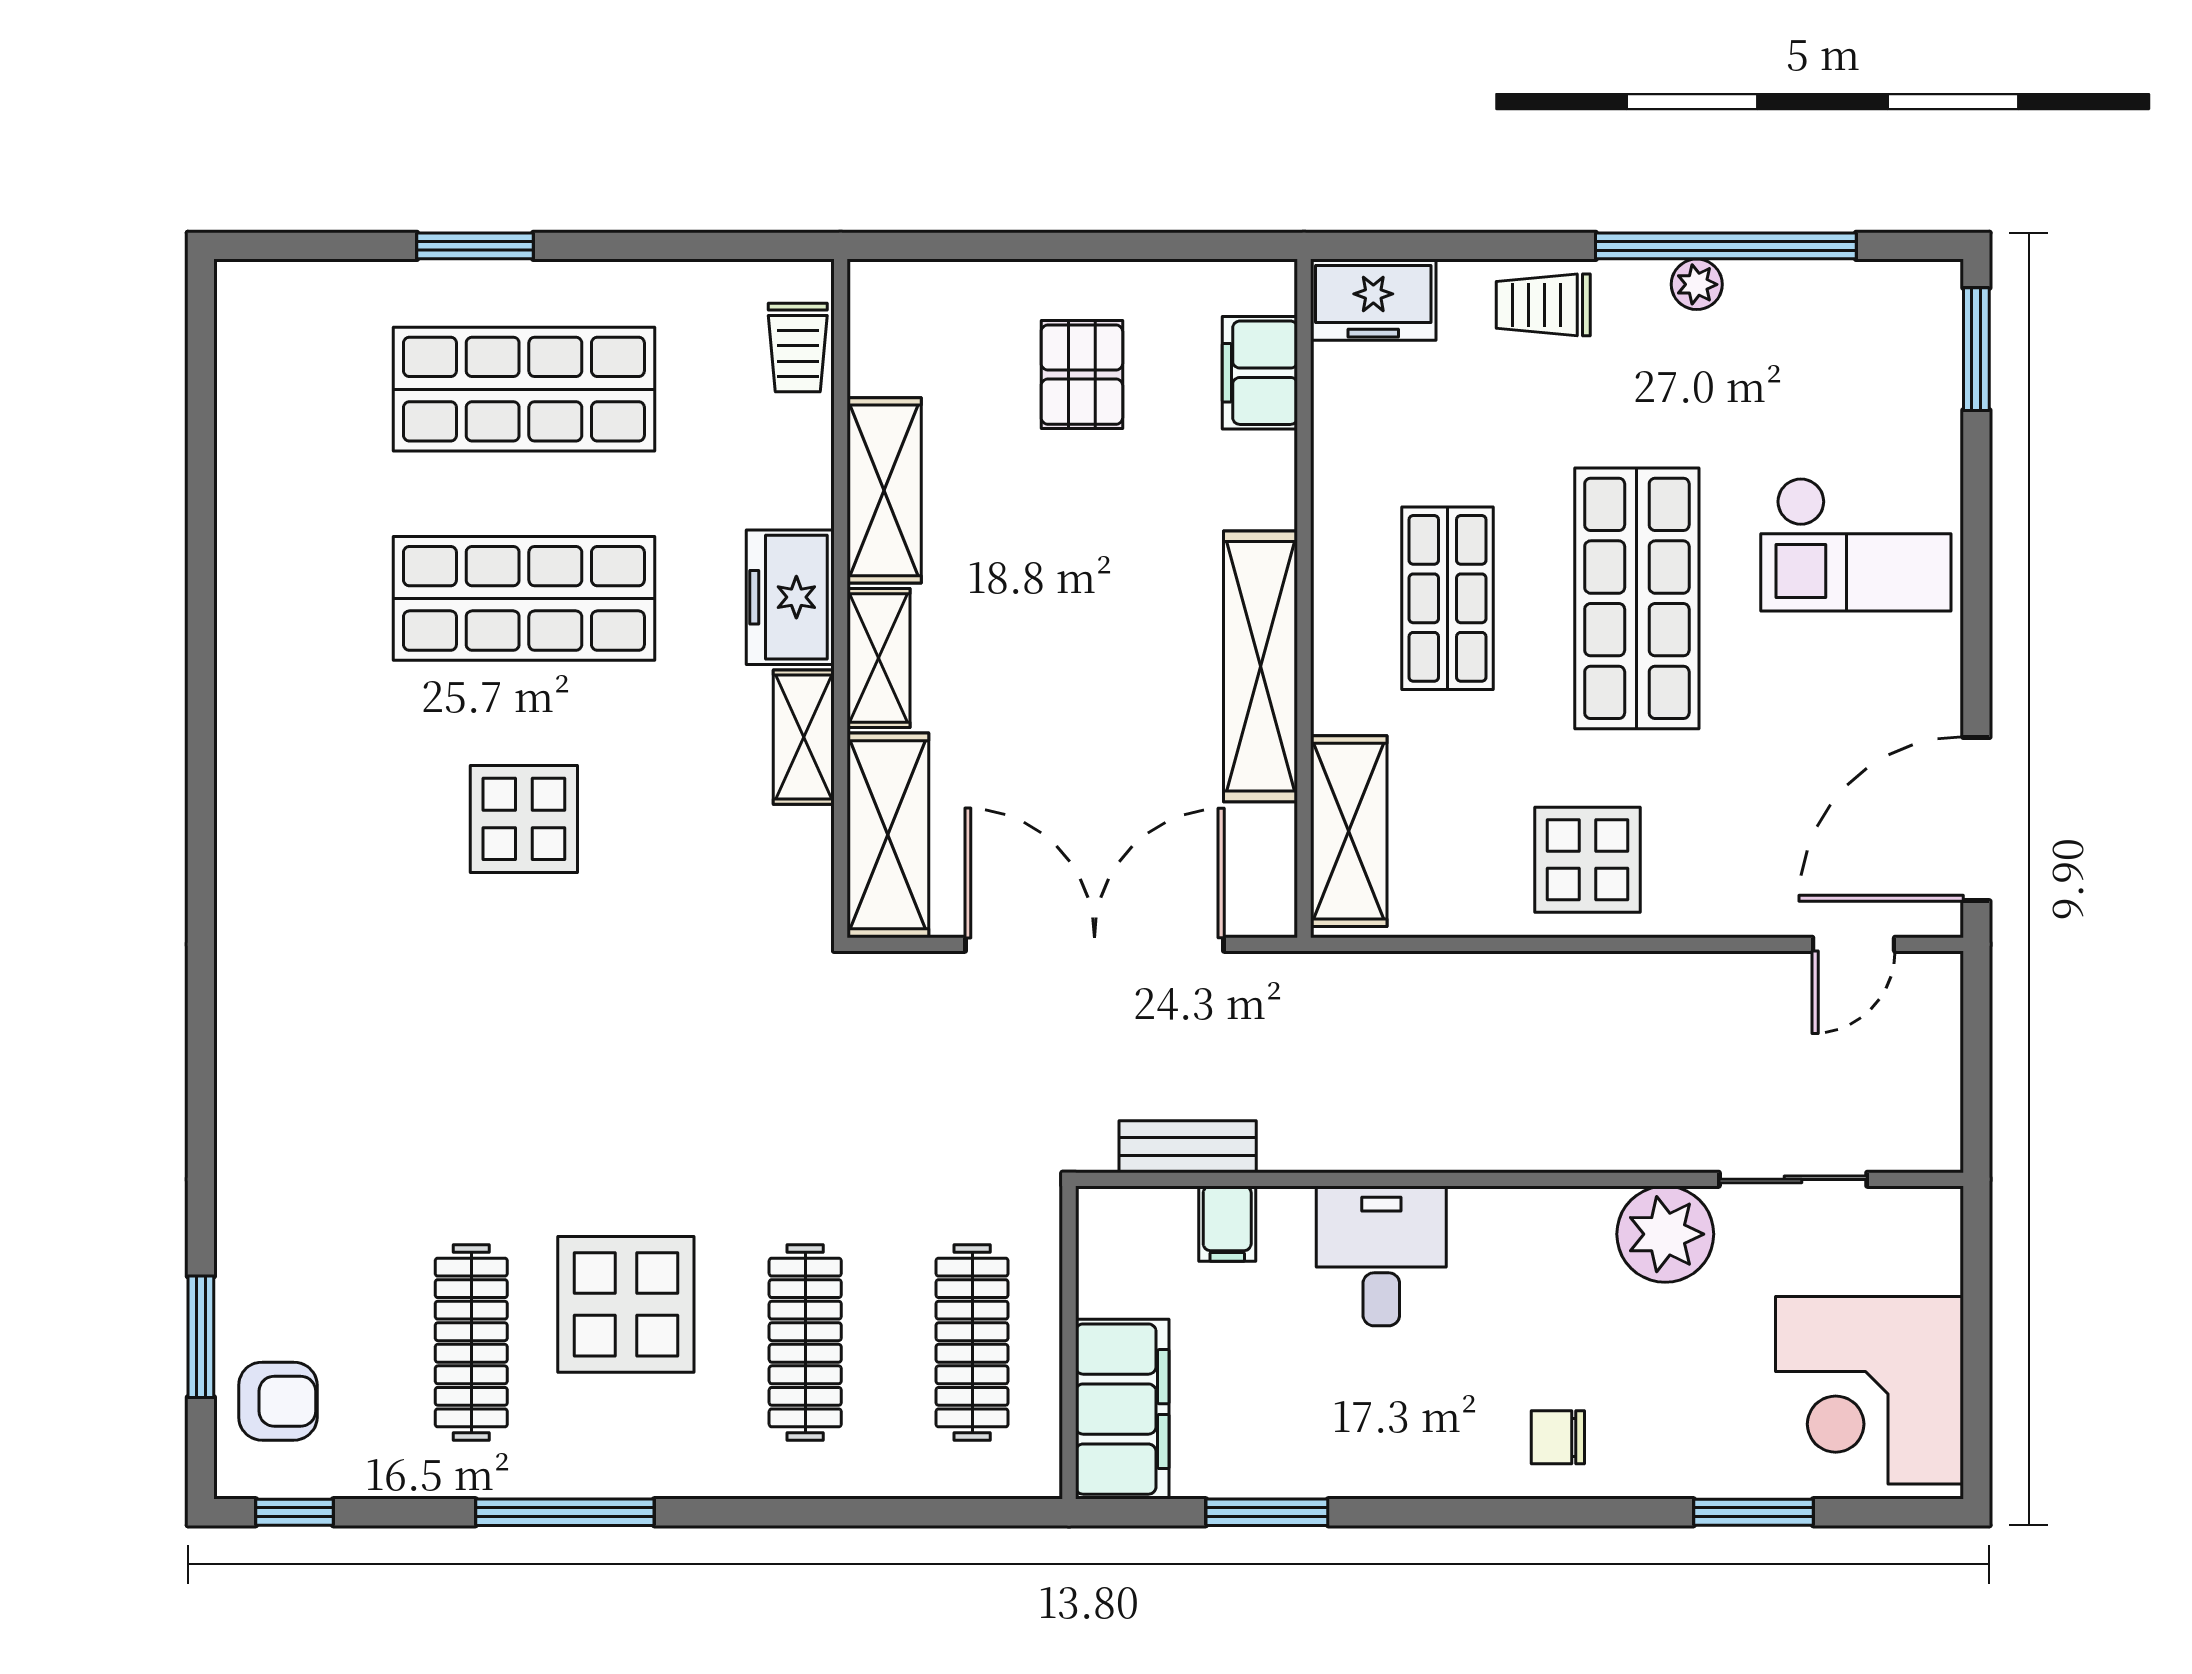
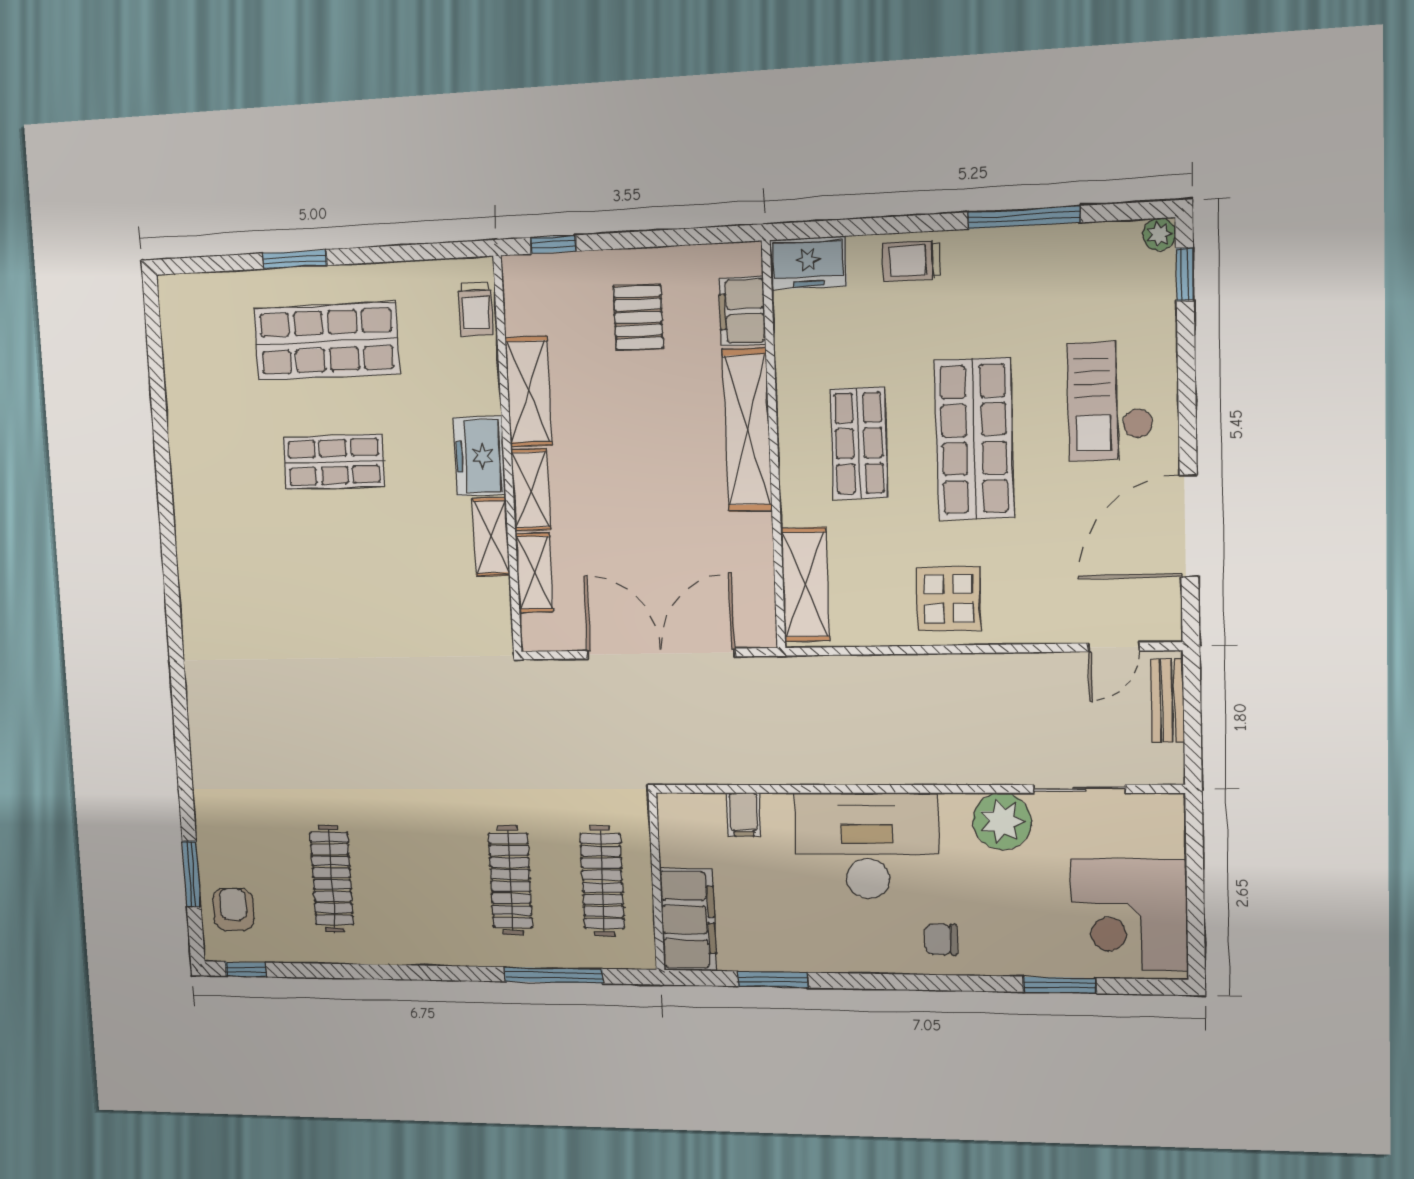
window: (940, 246) -> (553, 244), added
window: (1726, 246) -> (1024, 217), width x0.68
plant: (1697, 284) -> (1159, 234), moved
window: (1976, 349) -> (1185, 274), width x0.67
checkout: (1856, 544) -> (1110, 401), turned 90
shop shelf: (524, 598) -> (334, 462), width x0.70, depth x0.74
shelving: (1261, 666) -> (747, 430), moved
display table: (524, 819) -> (341, 587), removed
door: (1976, 819) -> (1189, 526), moved
shelving: (888, 835) -> (534, 573), width x0.67, depth x0.75
bench: (1188, 1147) -> (1167, 701), moved, turned 90
desk: (1381, 1256) -> (867, 846), width x1.87, depth x1.30
display table: (626, 1304) -> (412, 858), removed
armchair: (278, 1401) -> (233, 909), turned -90
window: (565, 1512) -> (553, 975), moved

